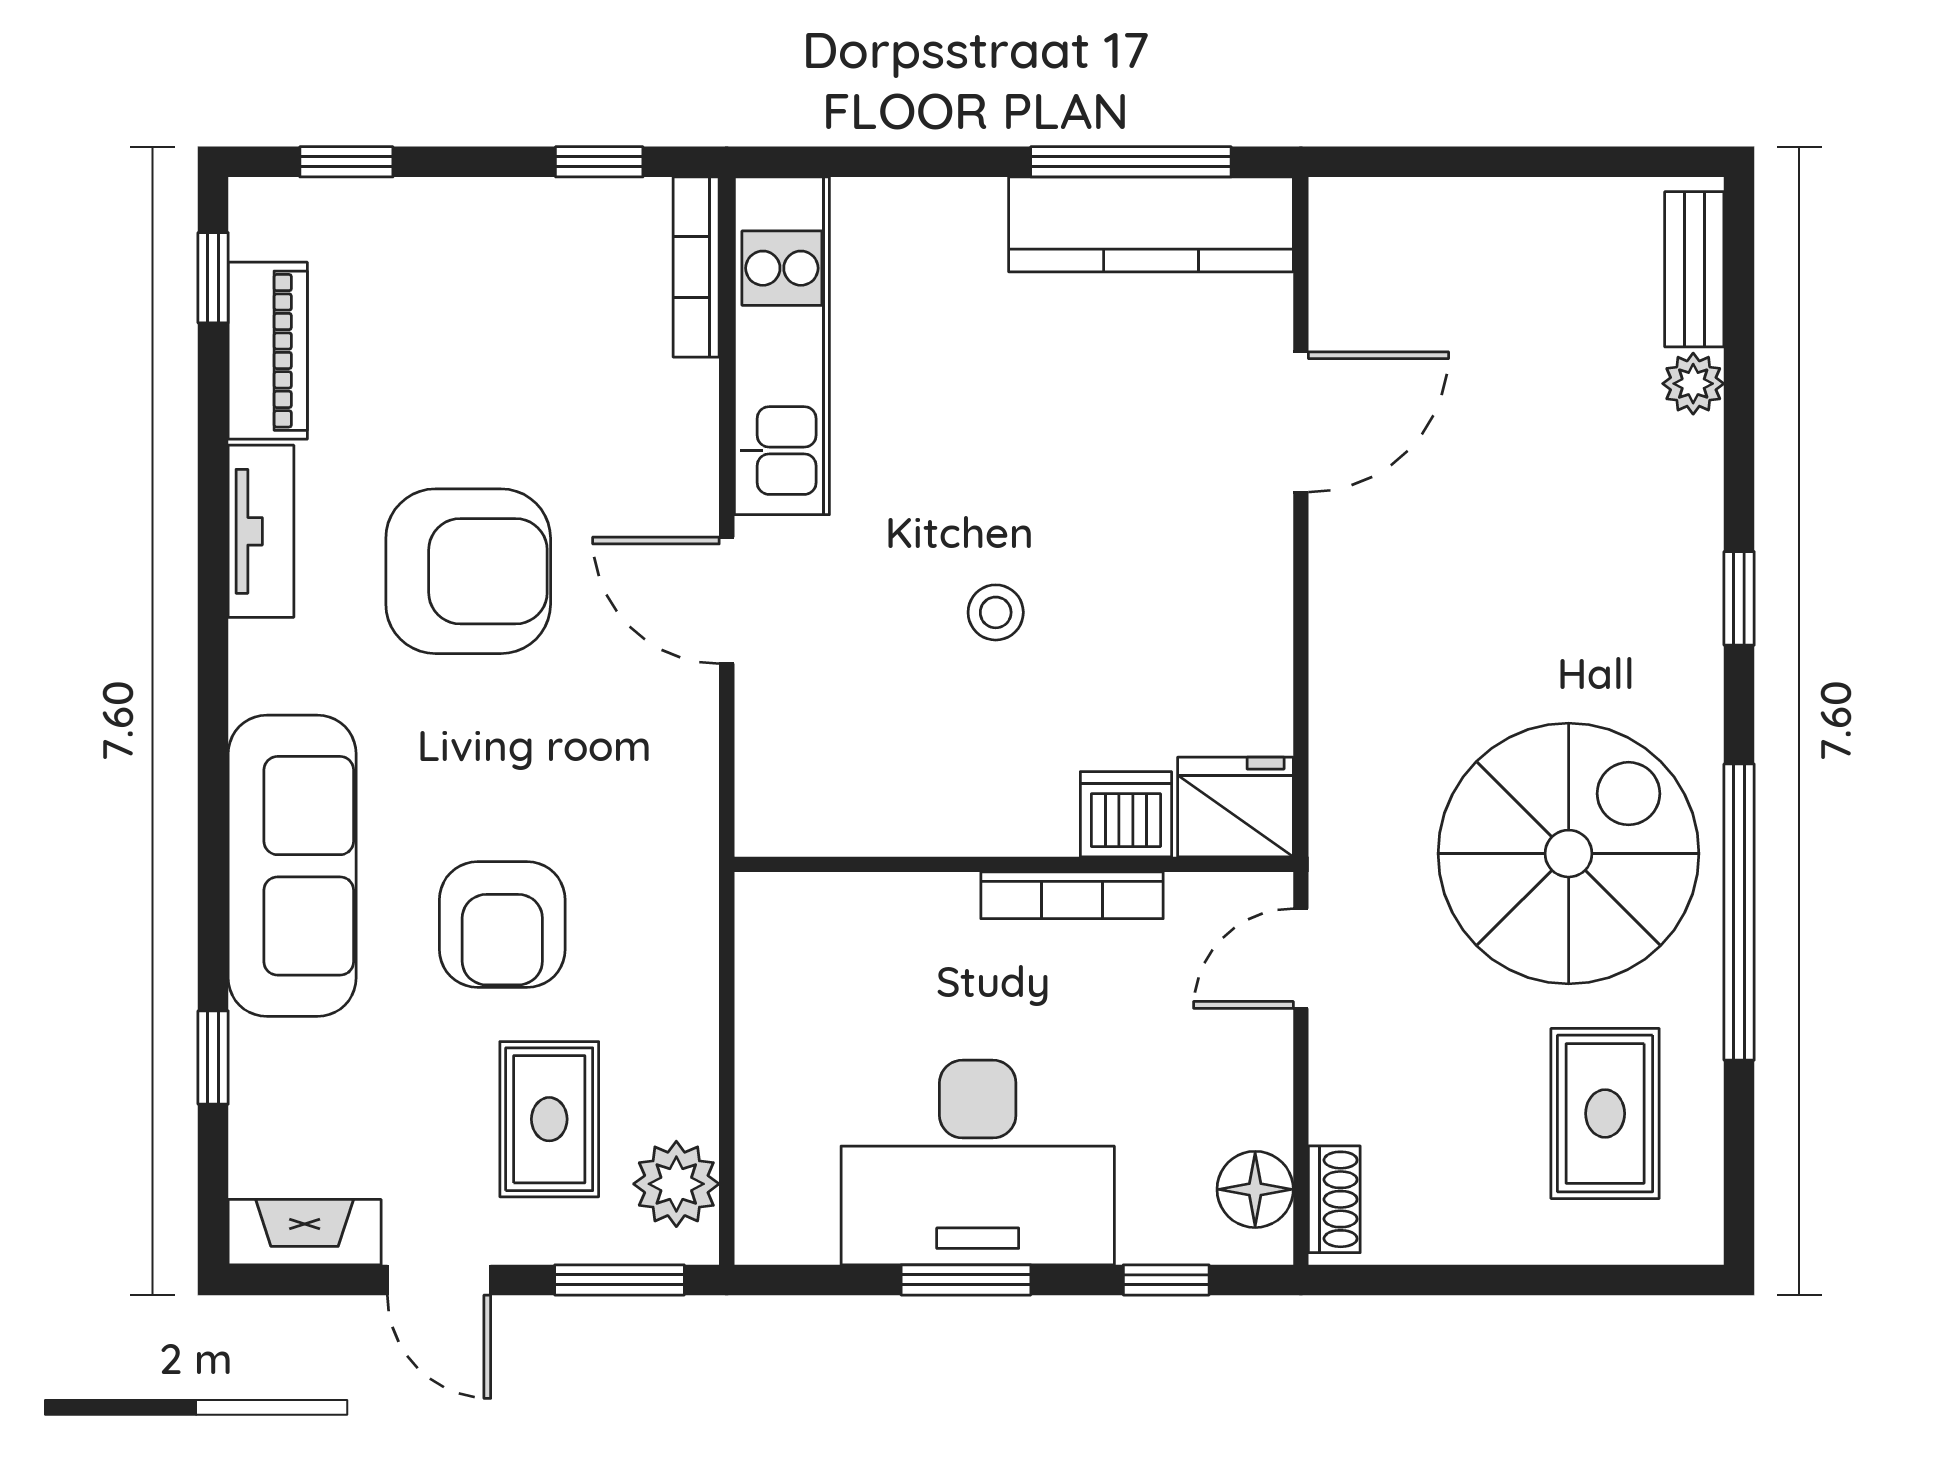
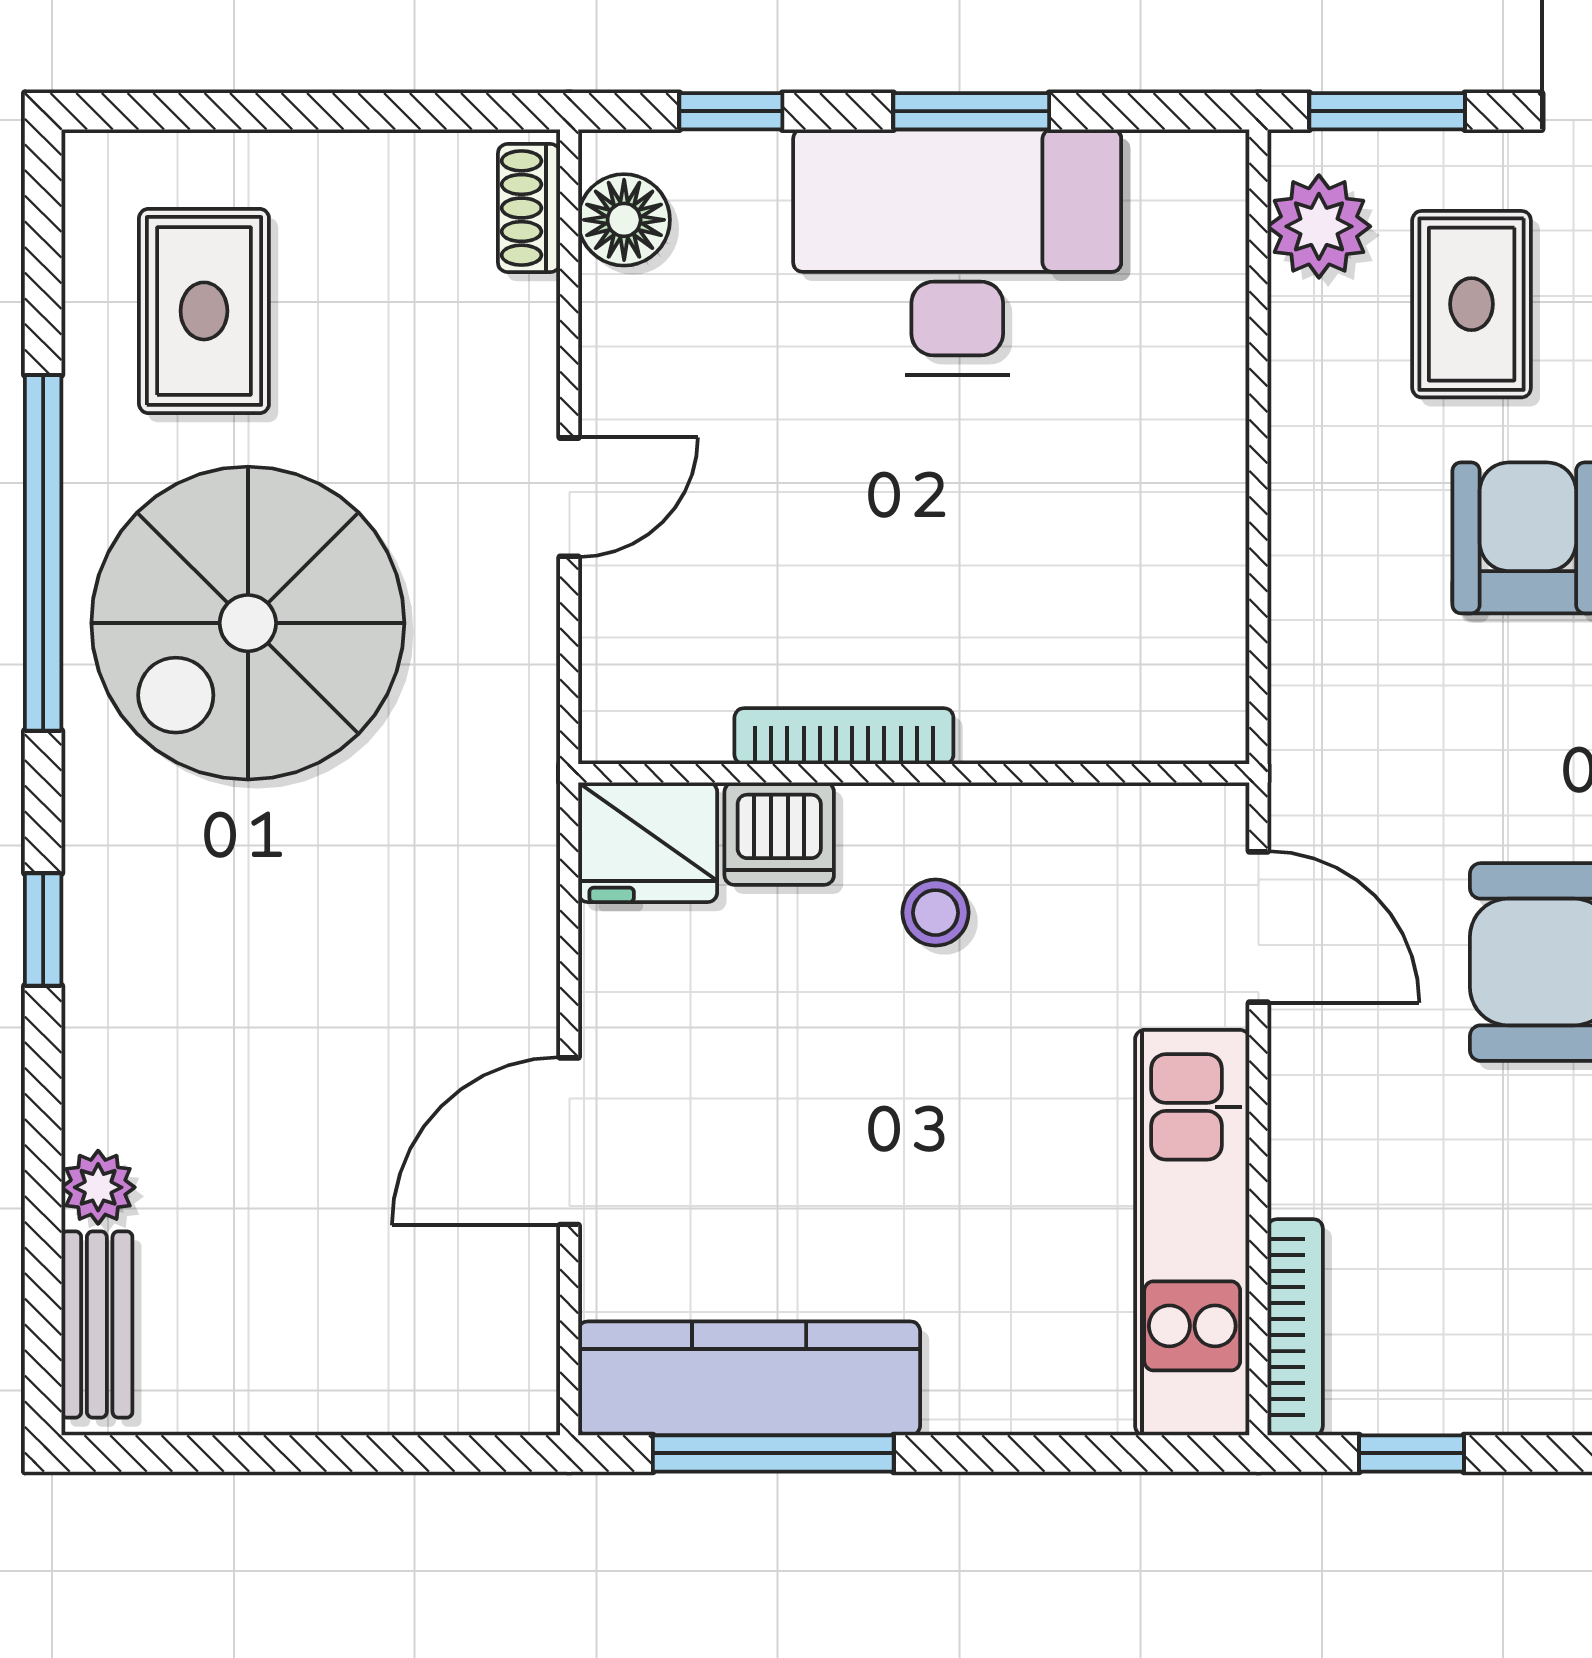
fridge: (1235, 807) -> (648, 842), moved
dishwasher: (1126, 814) -> (779, 834), moved
wall: (1014, 864) -> (914, 773), moved
bookcase: (1072, 895) -> (844, 736), moved

